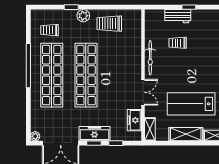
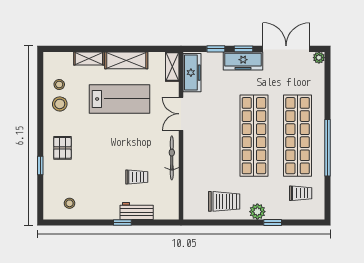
freezer: (134, 120) -> (192, 73), width x1.40

